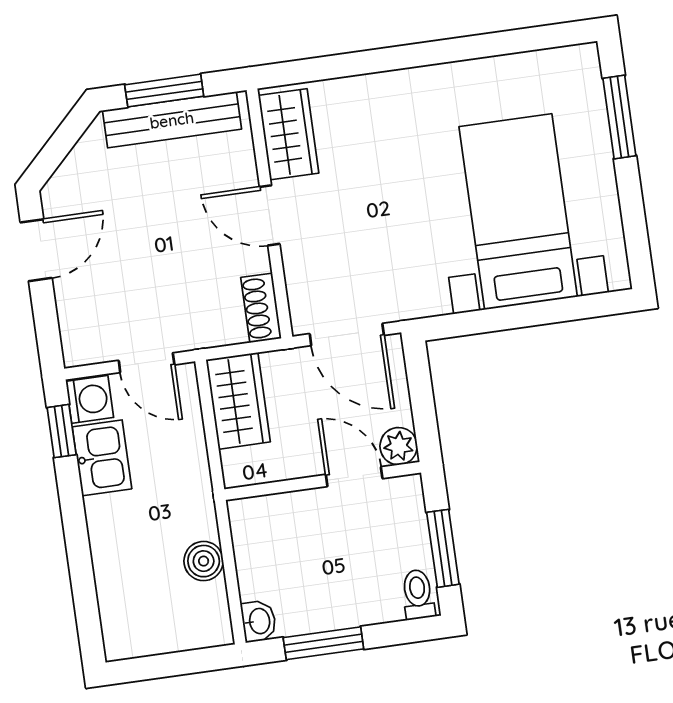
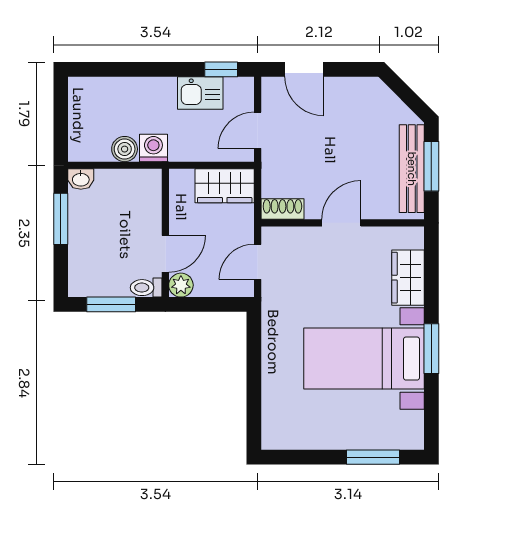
window: (442, 51) -> (431, 349), added
wardrobe: (289, 134) -> (408, 278), moved, turned 90
bed with nightstands: (518, 212) -> (364, 359), moved, turned 180
door: (36, 250) -> (304, 69), moved
door: (347, 334) -> (258, 262), width x0.73
washing machine: (90, 399) -> (153, 148), moved, turned 180
toilet: (418, 594) -> (146, 288), moved, turned 180

